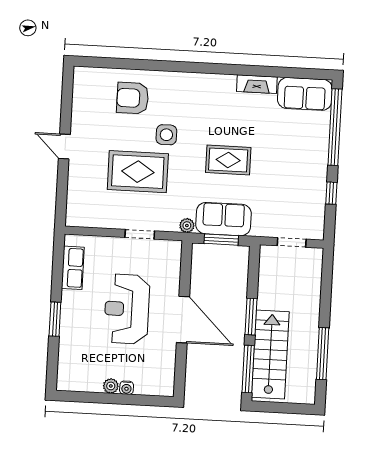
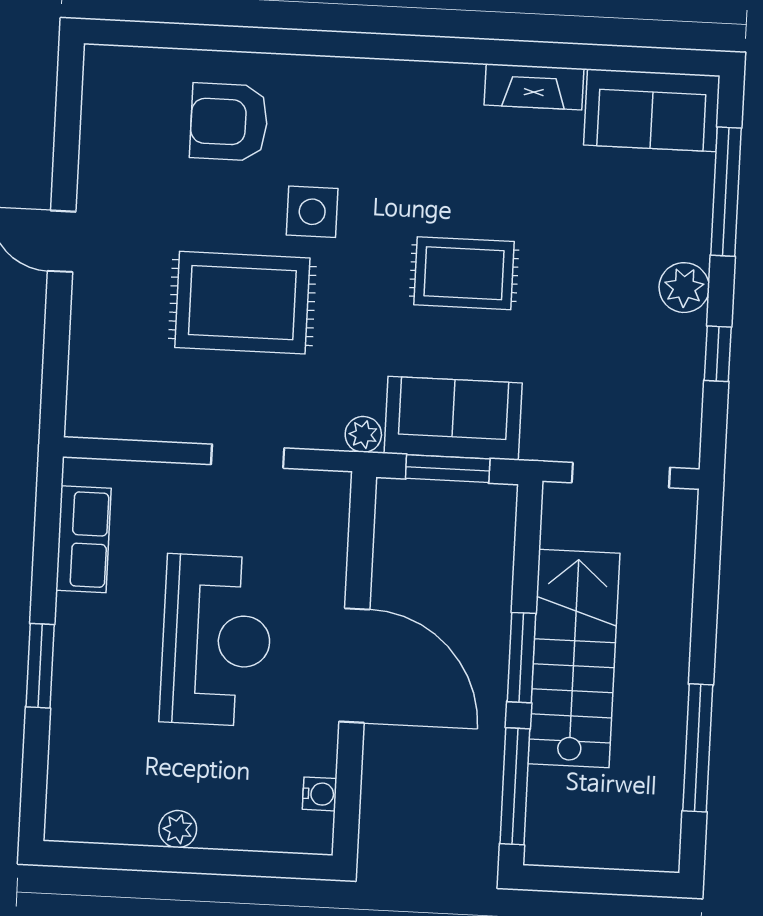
window: (335, 127) -> (726, 192), width x0.68
plant: (318, 166) -> (684, 288), added
doorway: (292, 242) -> (621, 475), width x1.38
reception desk: (127, 309) -> (216, 640), turned 180
stairs: (270, 355) -> (574, 658), moved
water cooler: (127, 388) -> (320, 794), moved, turned -90

